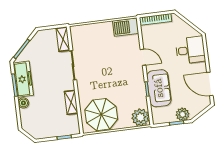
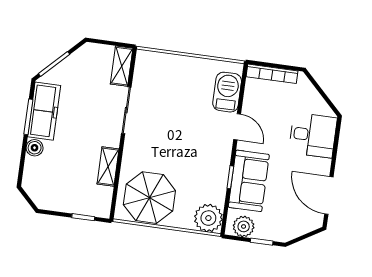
barbecue: (126, 27) -> (227, 92), moved, turned 90
plant: (183, 114) -> (244, 226), moved

